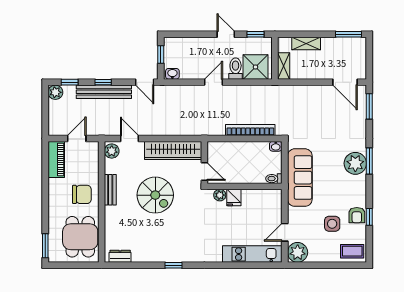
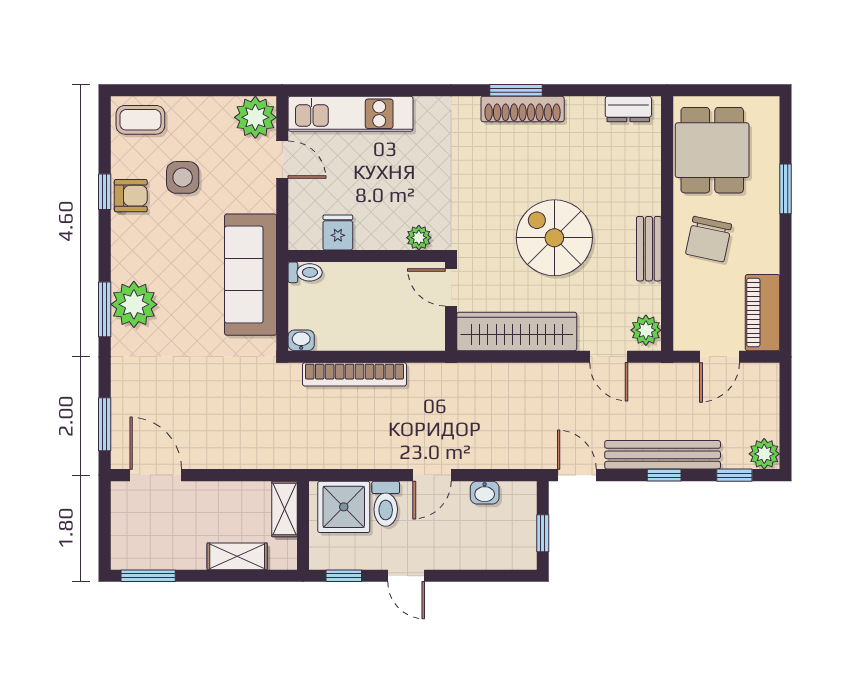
washbasin: (172, 74) -> (485, 493), moved
chair: (82, 194) -> (709, 239), turned -78
fridge: (234, 198) -> (338, 233), moved
armchair: (357, 215) -> (131, 196), turned 90
door: (285, 232) -> (282, 160), hinge flipped
window: (45, 246) -> (786, 189), moved
shoe rack: (170, 256) -> (523, 109), added
window: (174, 265) -> (516, 90), width x1.50

